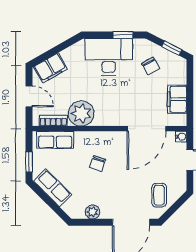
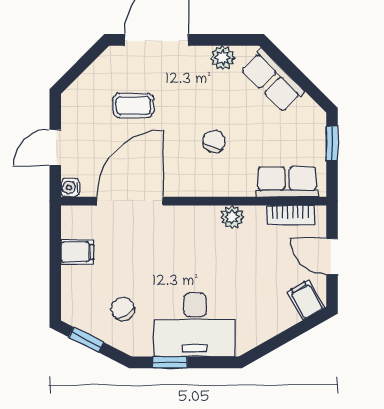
filing cabinet: (51, 68) -> (306, 300), width x0.50
filing cabinet: (177, 99) -> (77, 252), width x0.50
plant: (81, 113) -> (232, 217), width x0.53, depth x0.53
row of seats: (53, 188) -> (273, 80), moved
coffee table: (159, 195) -> (133, 105), moved, turned 90

